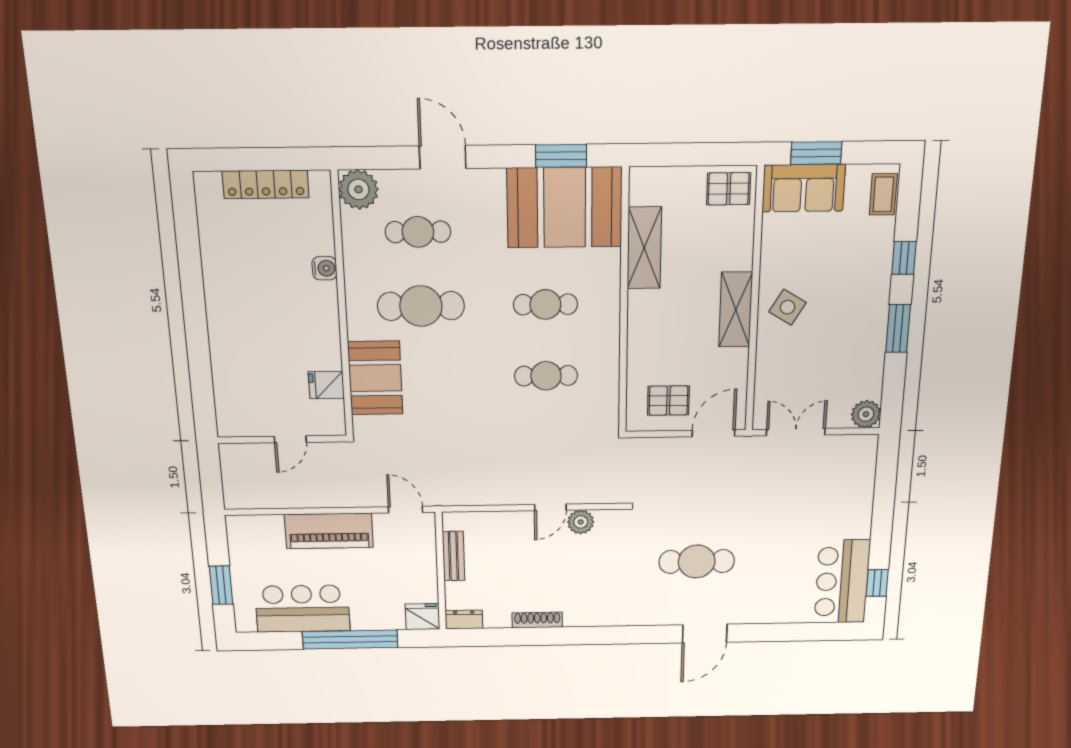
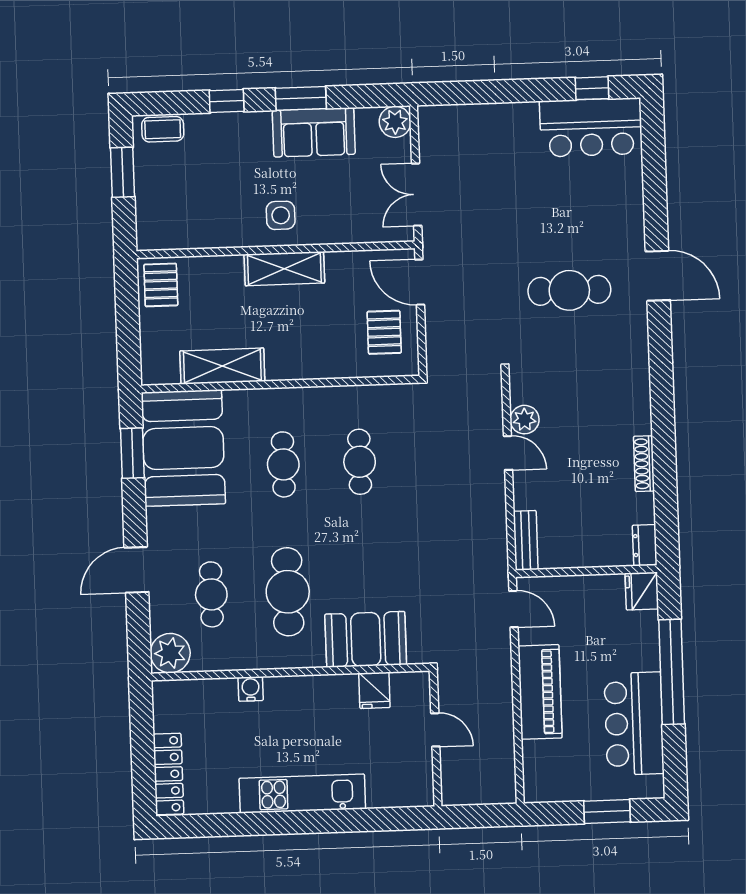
window: (816, 153) -> (123, 172), moved
locker: (266, 184) -> (168, 774), moved
sofa: (804, 188) -> (314, 132), moved, turned 90
side table: (788, 307) -> (281, 215), turned -31
kitchen unit: (223, 316) -> (302, 794), added
door: (406, 510) -> (513, 609), swing flipped
bench: (453, 556) -> (526, 540), moved, turned 90
cafe table: (697, 561) -> (569, 290), turned 90

